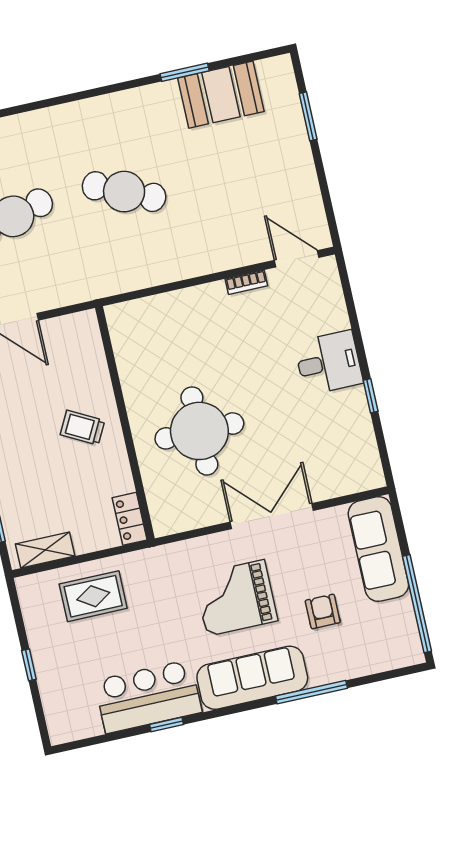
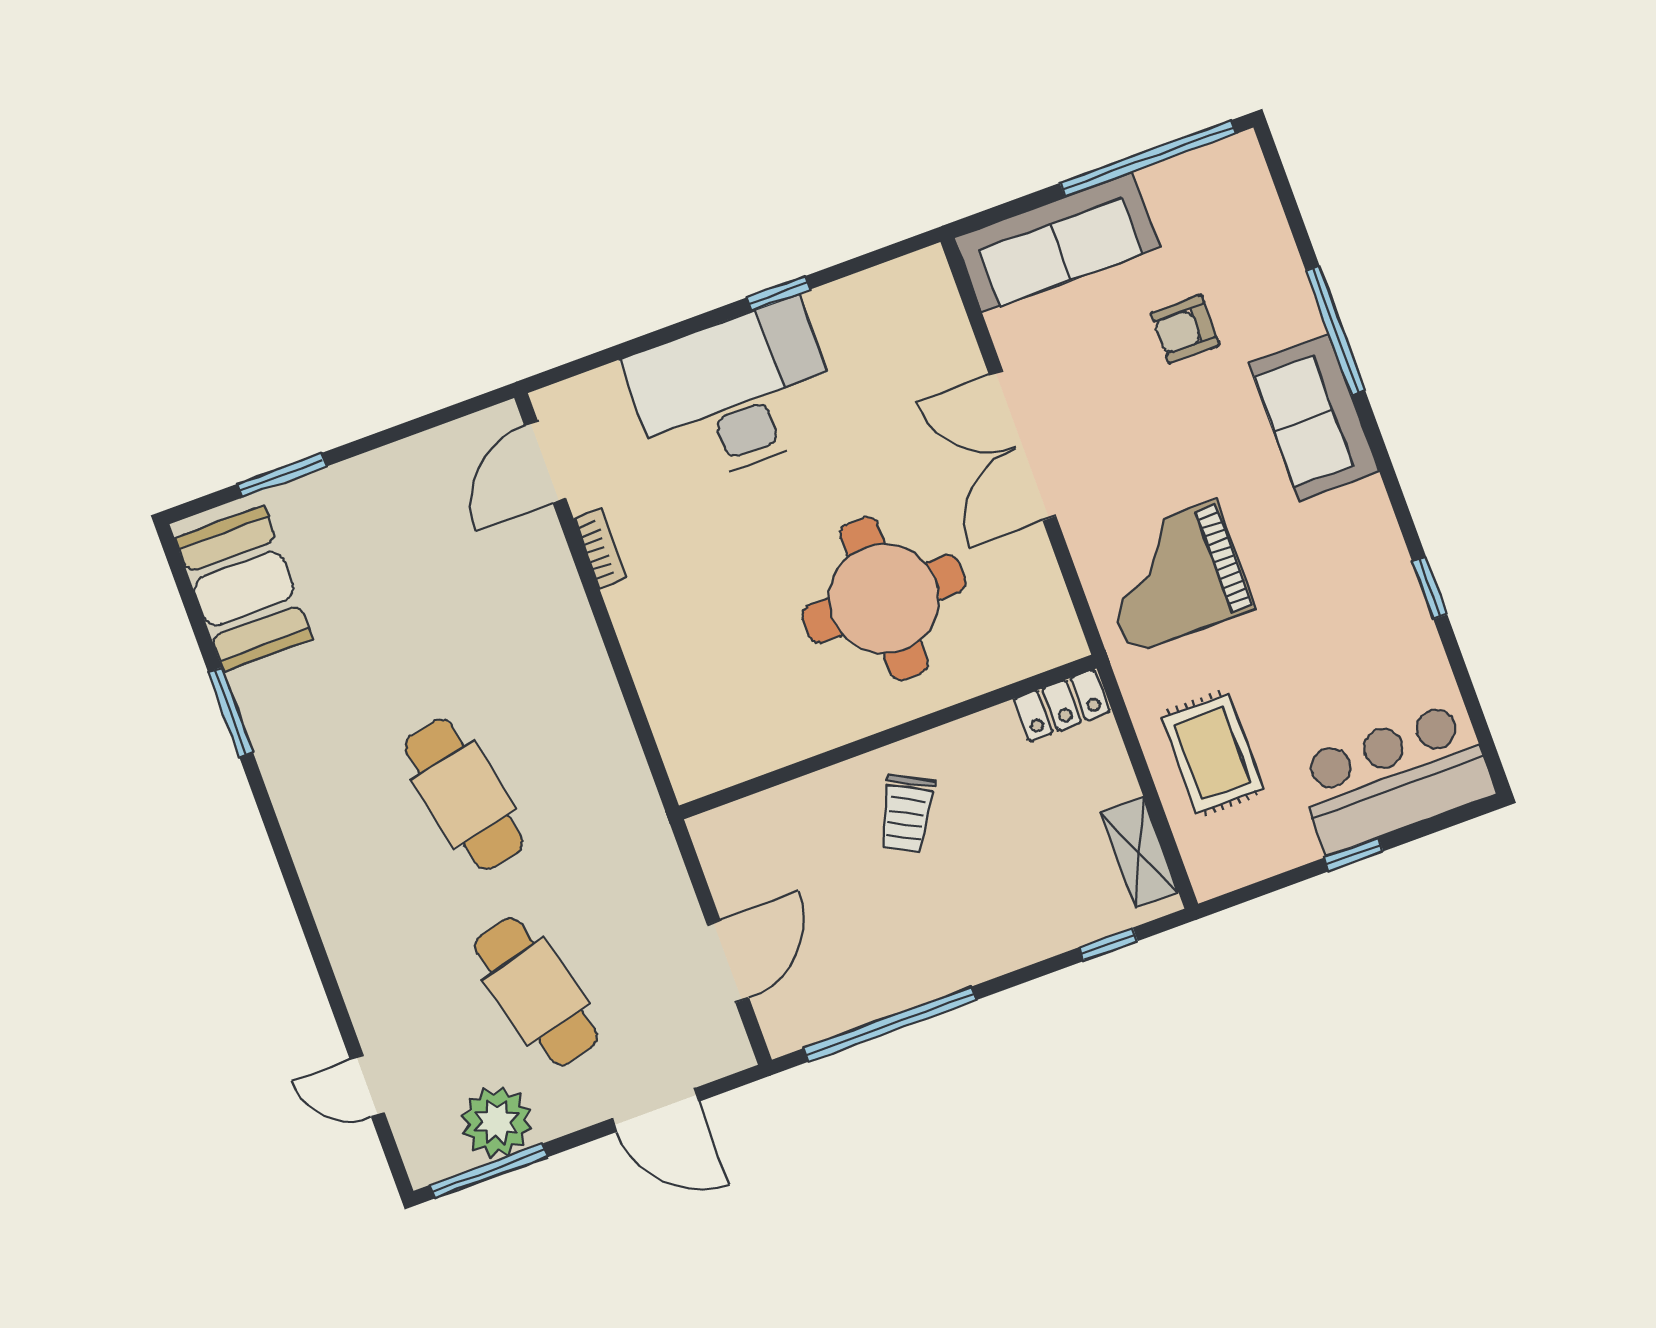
booth: (221, 95) -> (244, 589), moved
cafe table: (124, 192) -> (464, 794), turned -36
desk: (329, 363) -> (734, 394), width x1.87, depth x1.30
grand piano: (236, 598) -> (1173, 577), moved, turned 90
sofa: (252, 678) -> (1314, 417), width x0.73
bar counter: (148, 696) -> (1394, 778), moved, turned 90

